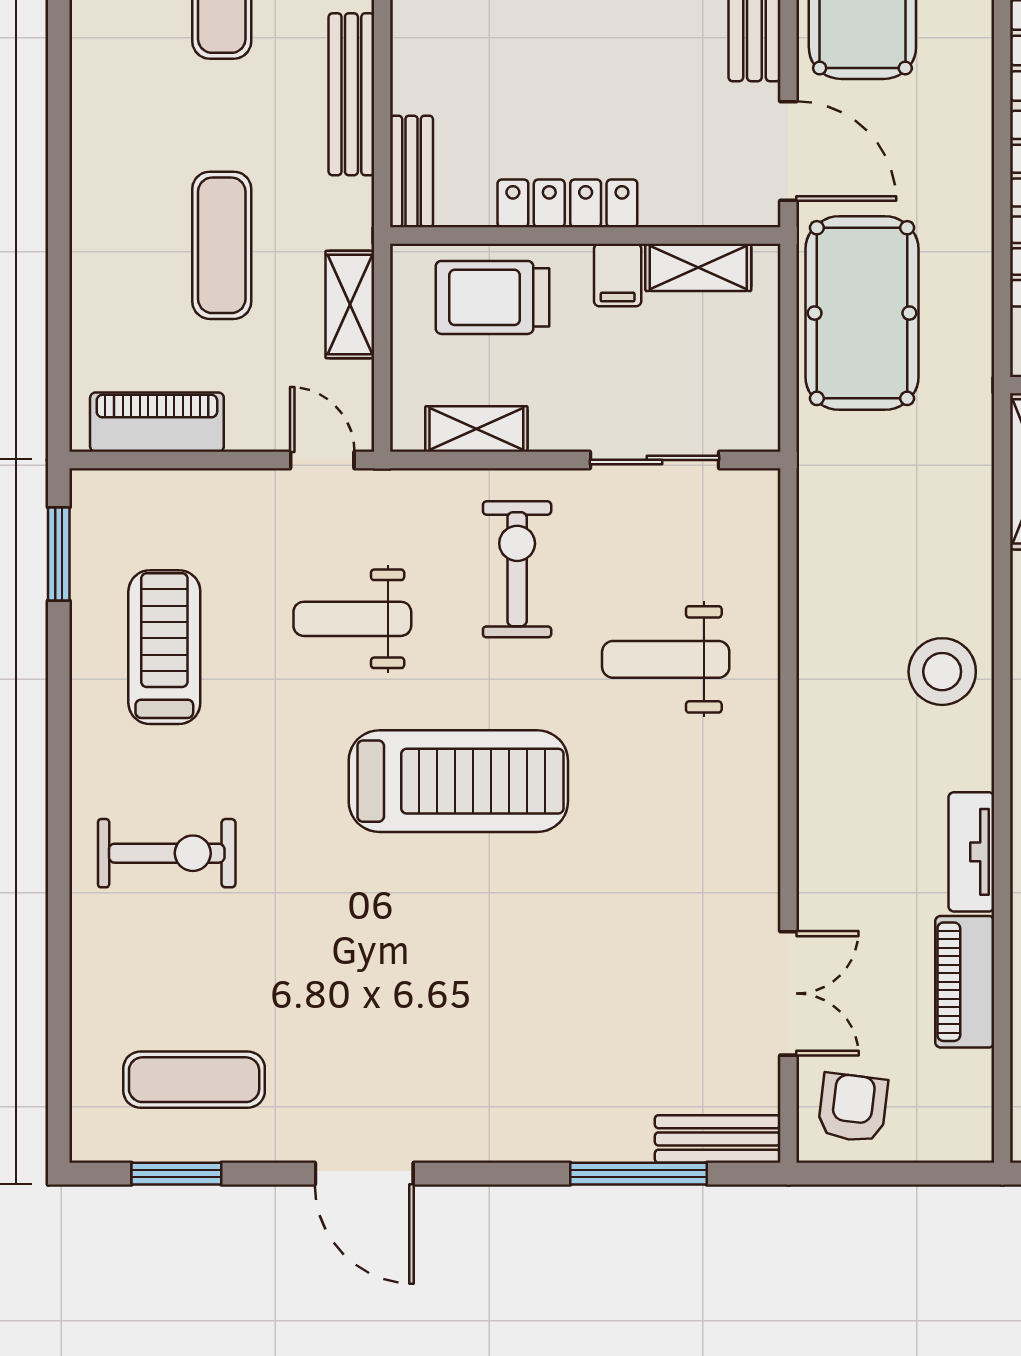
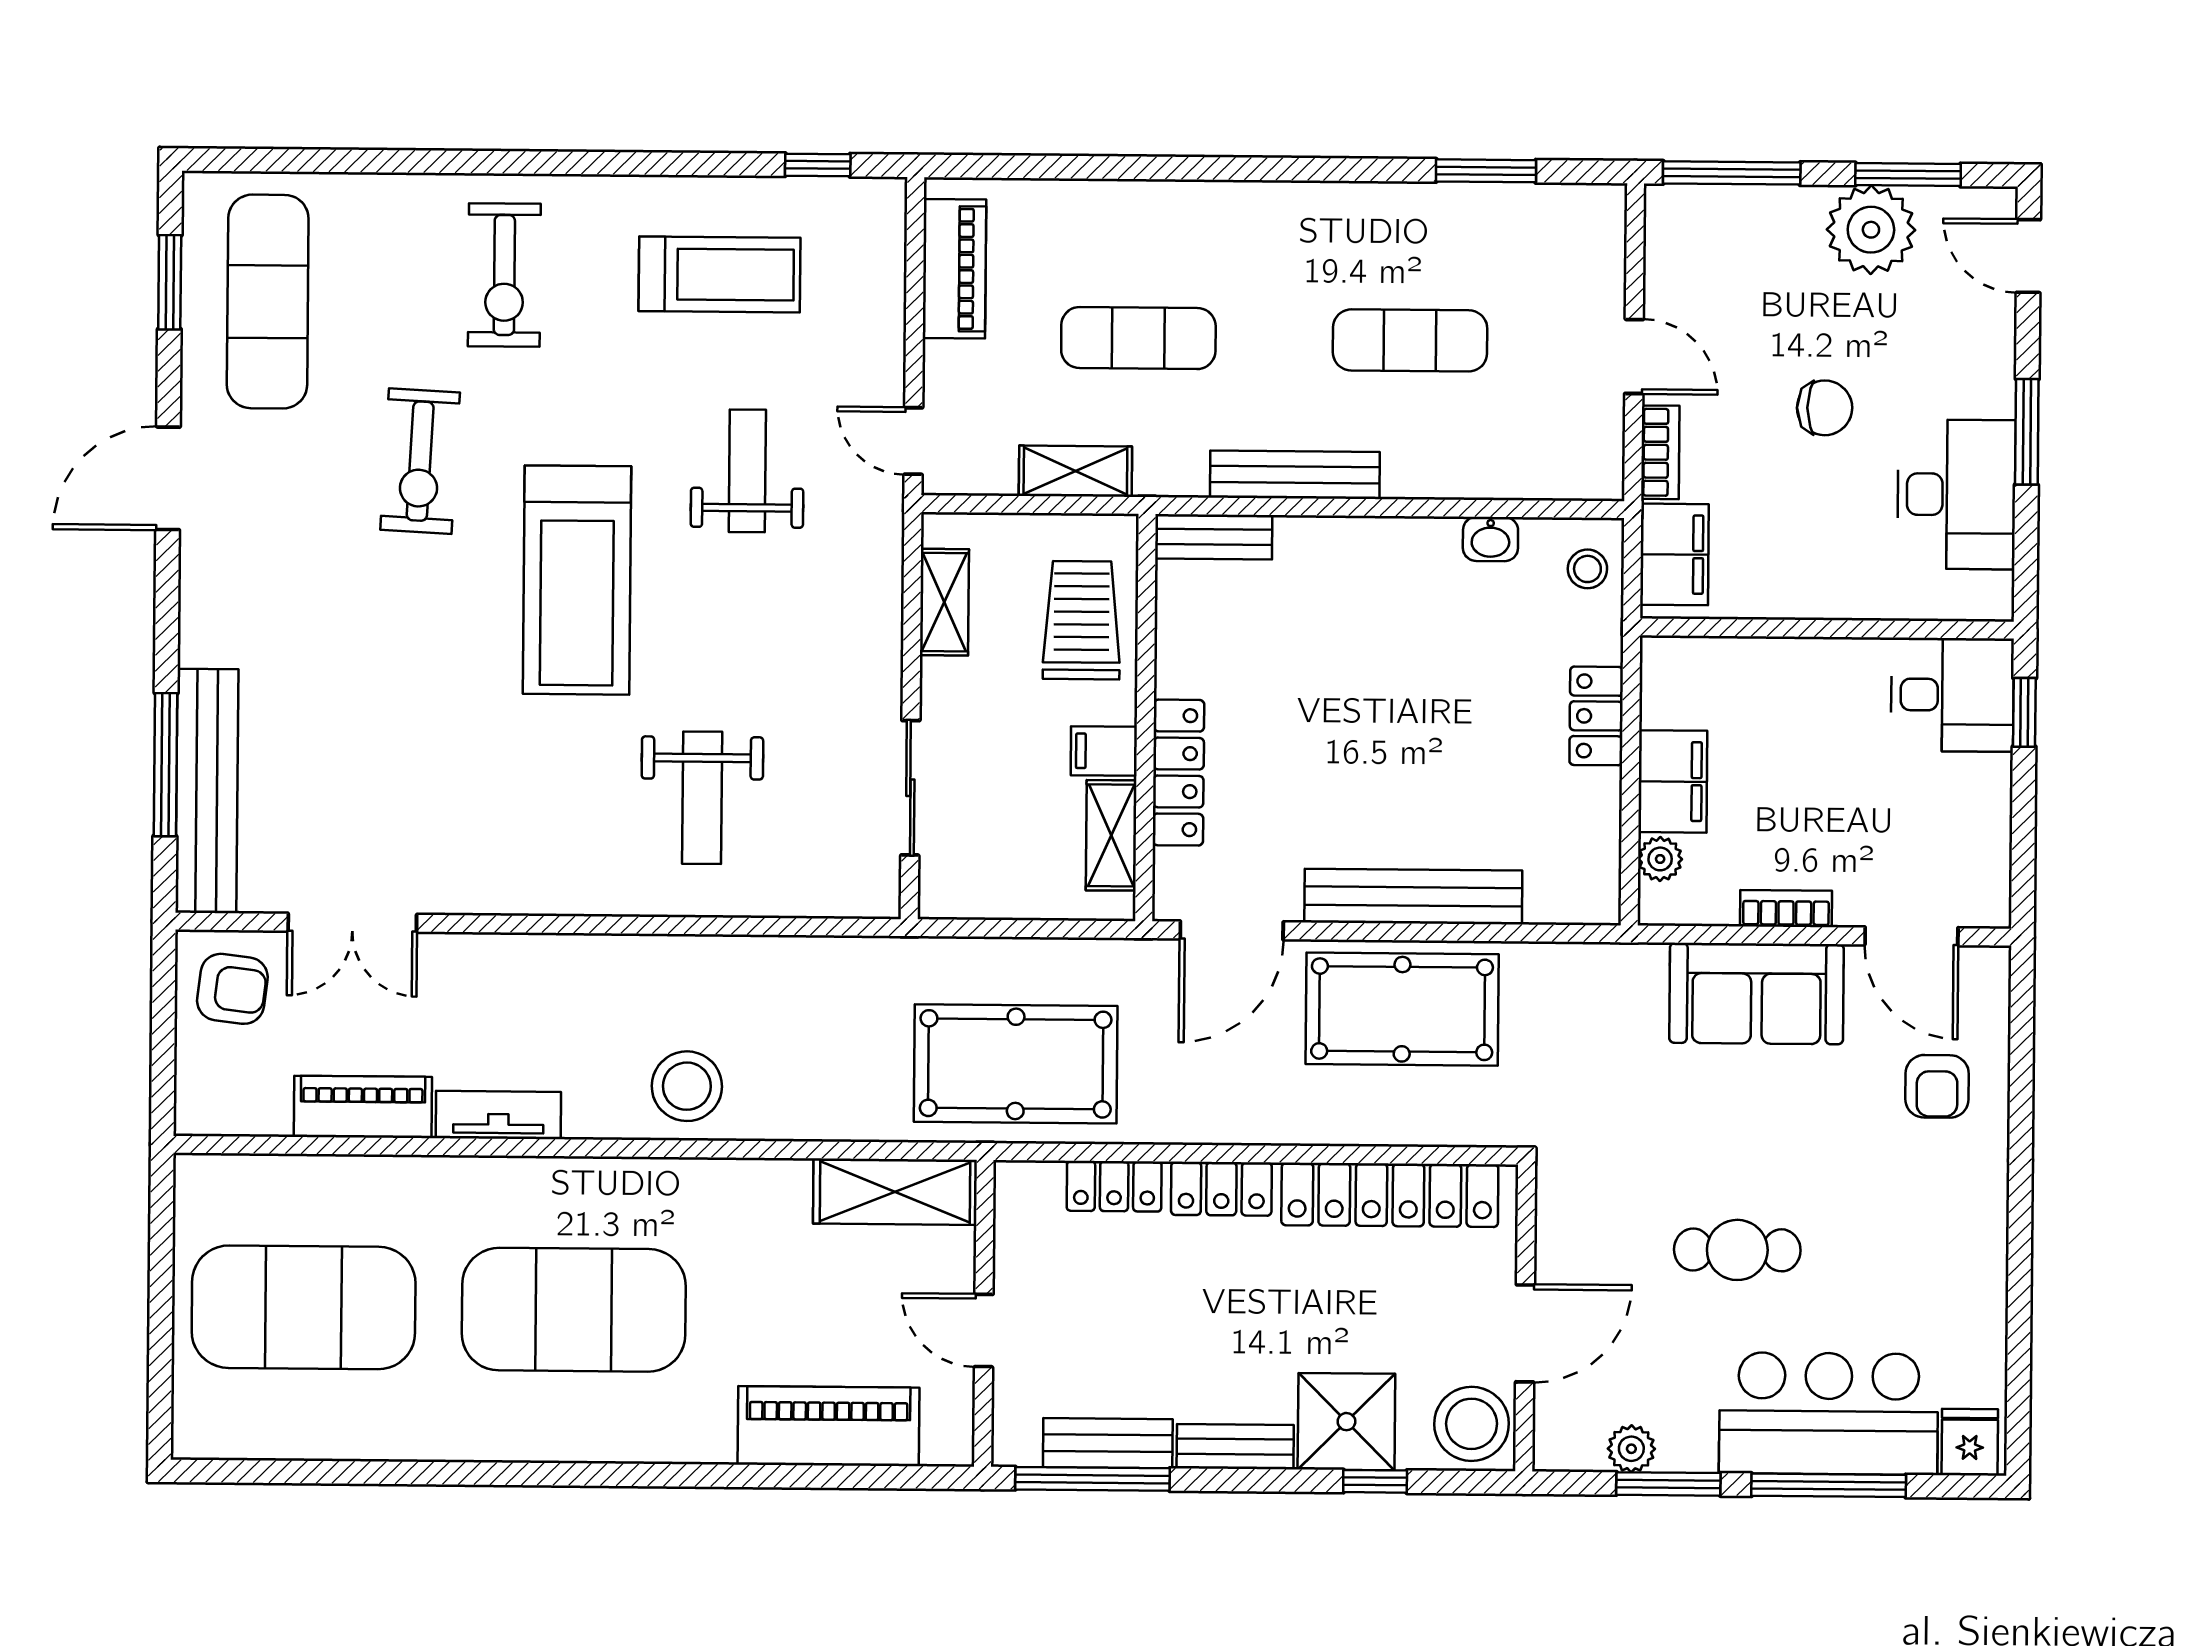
locker: (567, 203) -> (1178, 773), moved
pool table: (862, 313) -> (1016, 1064), moved
door: (322, 460) -> (913, 441), swing flipped
window: (59, 554) -> (818, 165), width x0.67
exercise bike: (517, 569) -> (420, 461), moved, turned 93
weight bench: (666, 659) -> (702, 798), turned 180
exercise mat: (194, 1080) -> (268, 302), width x1.36, depth x1.45
bench: (718, 1139) -> (207, 791), width x1.86, depth x1.21

